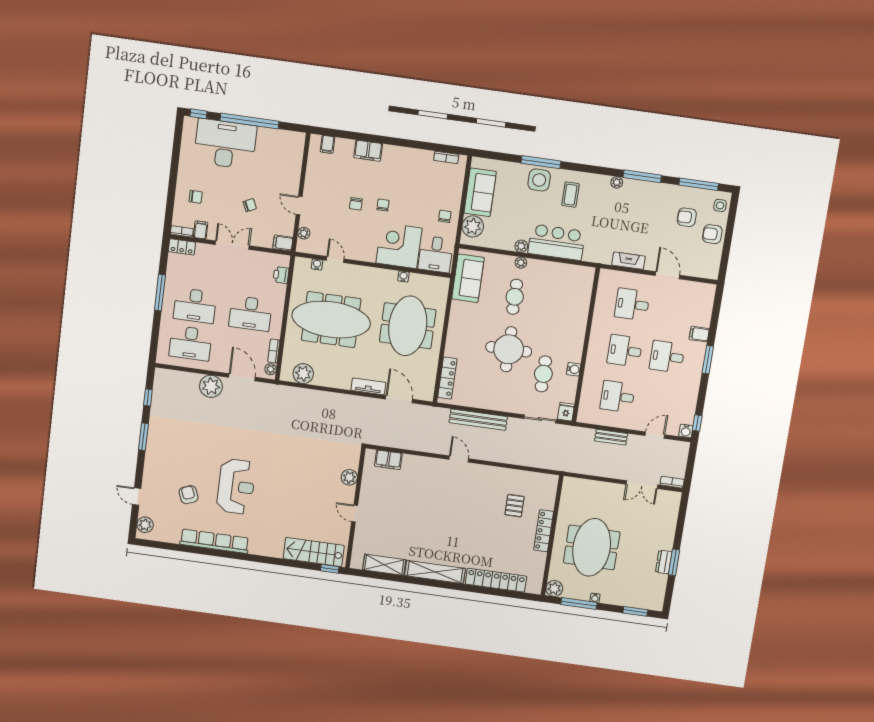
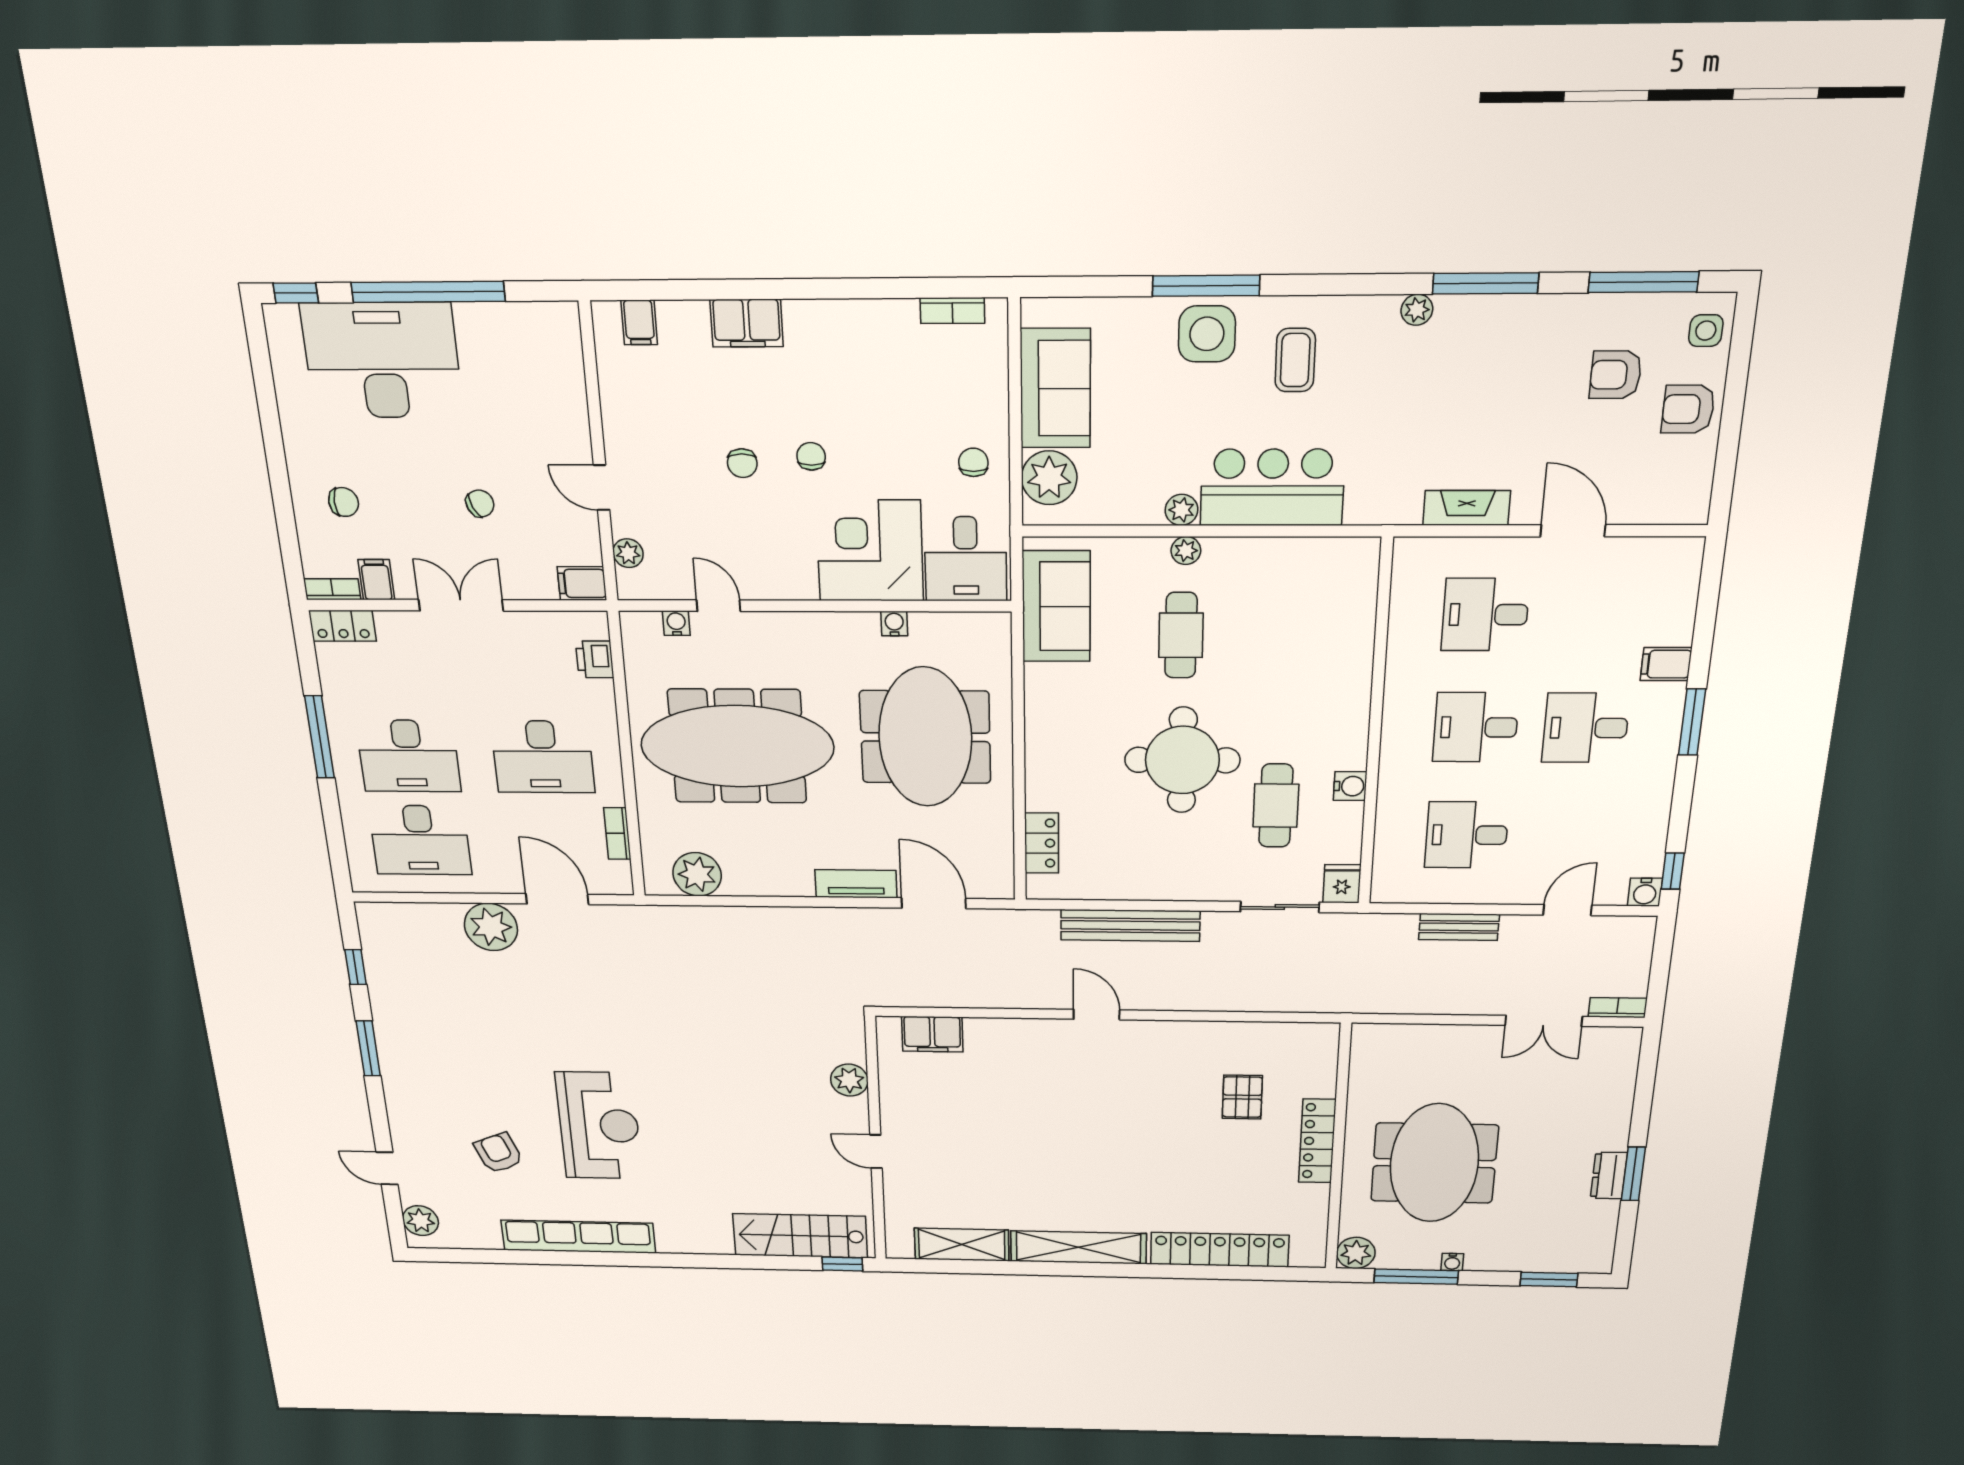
plant: (271, 369) -> (619, 874), removed
locker: (447, 378) -> (1042, 843), width x0.66

